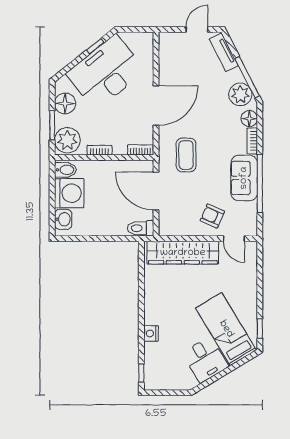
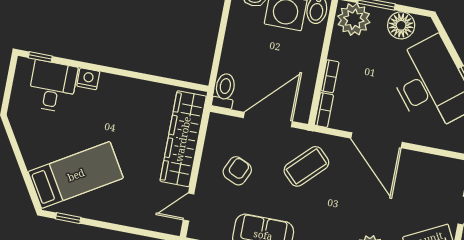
bookcase: (99, 150) -> (330, 76), moved
coffee table: (186, 155) -> (306, 166), turned -45
armchair: (212, 216) -> (237, 171), moved
desk: (205, 360) -> (52, 86), moved, turned 121

